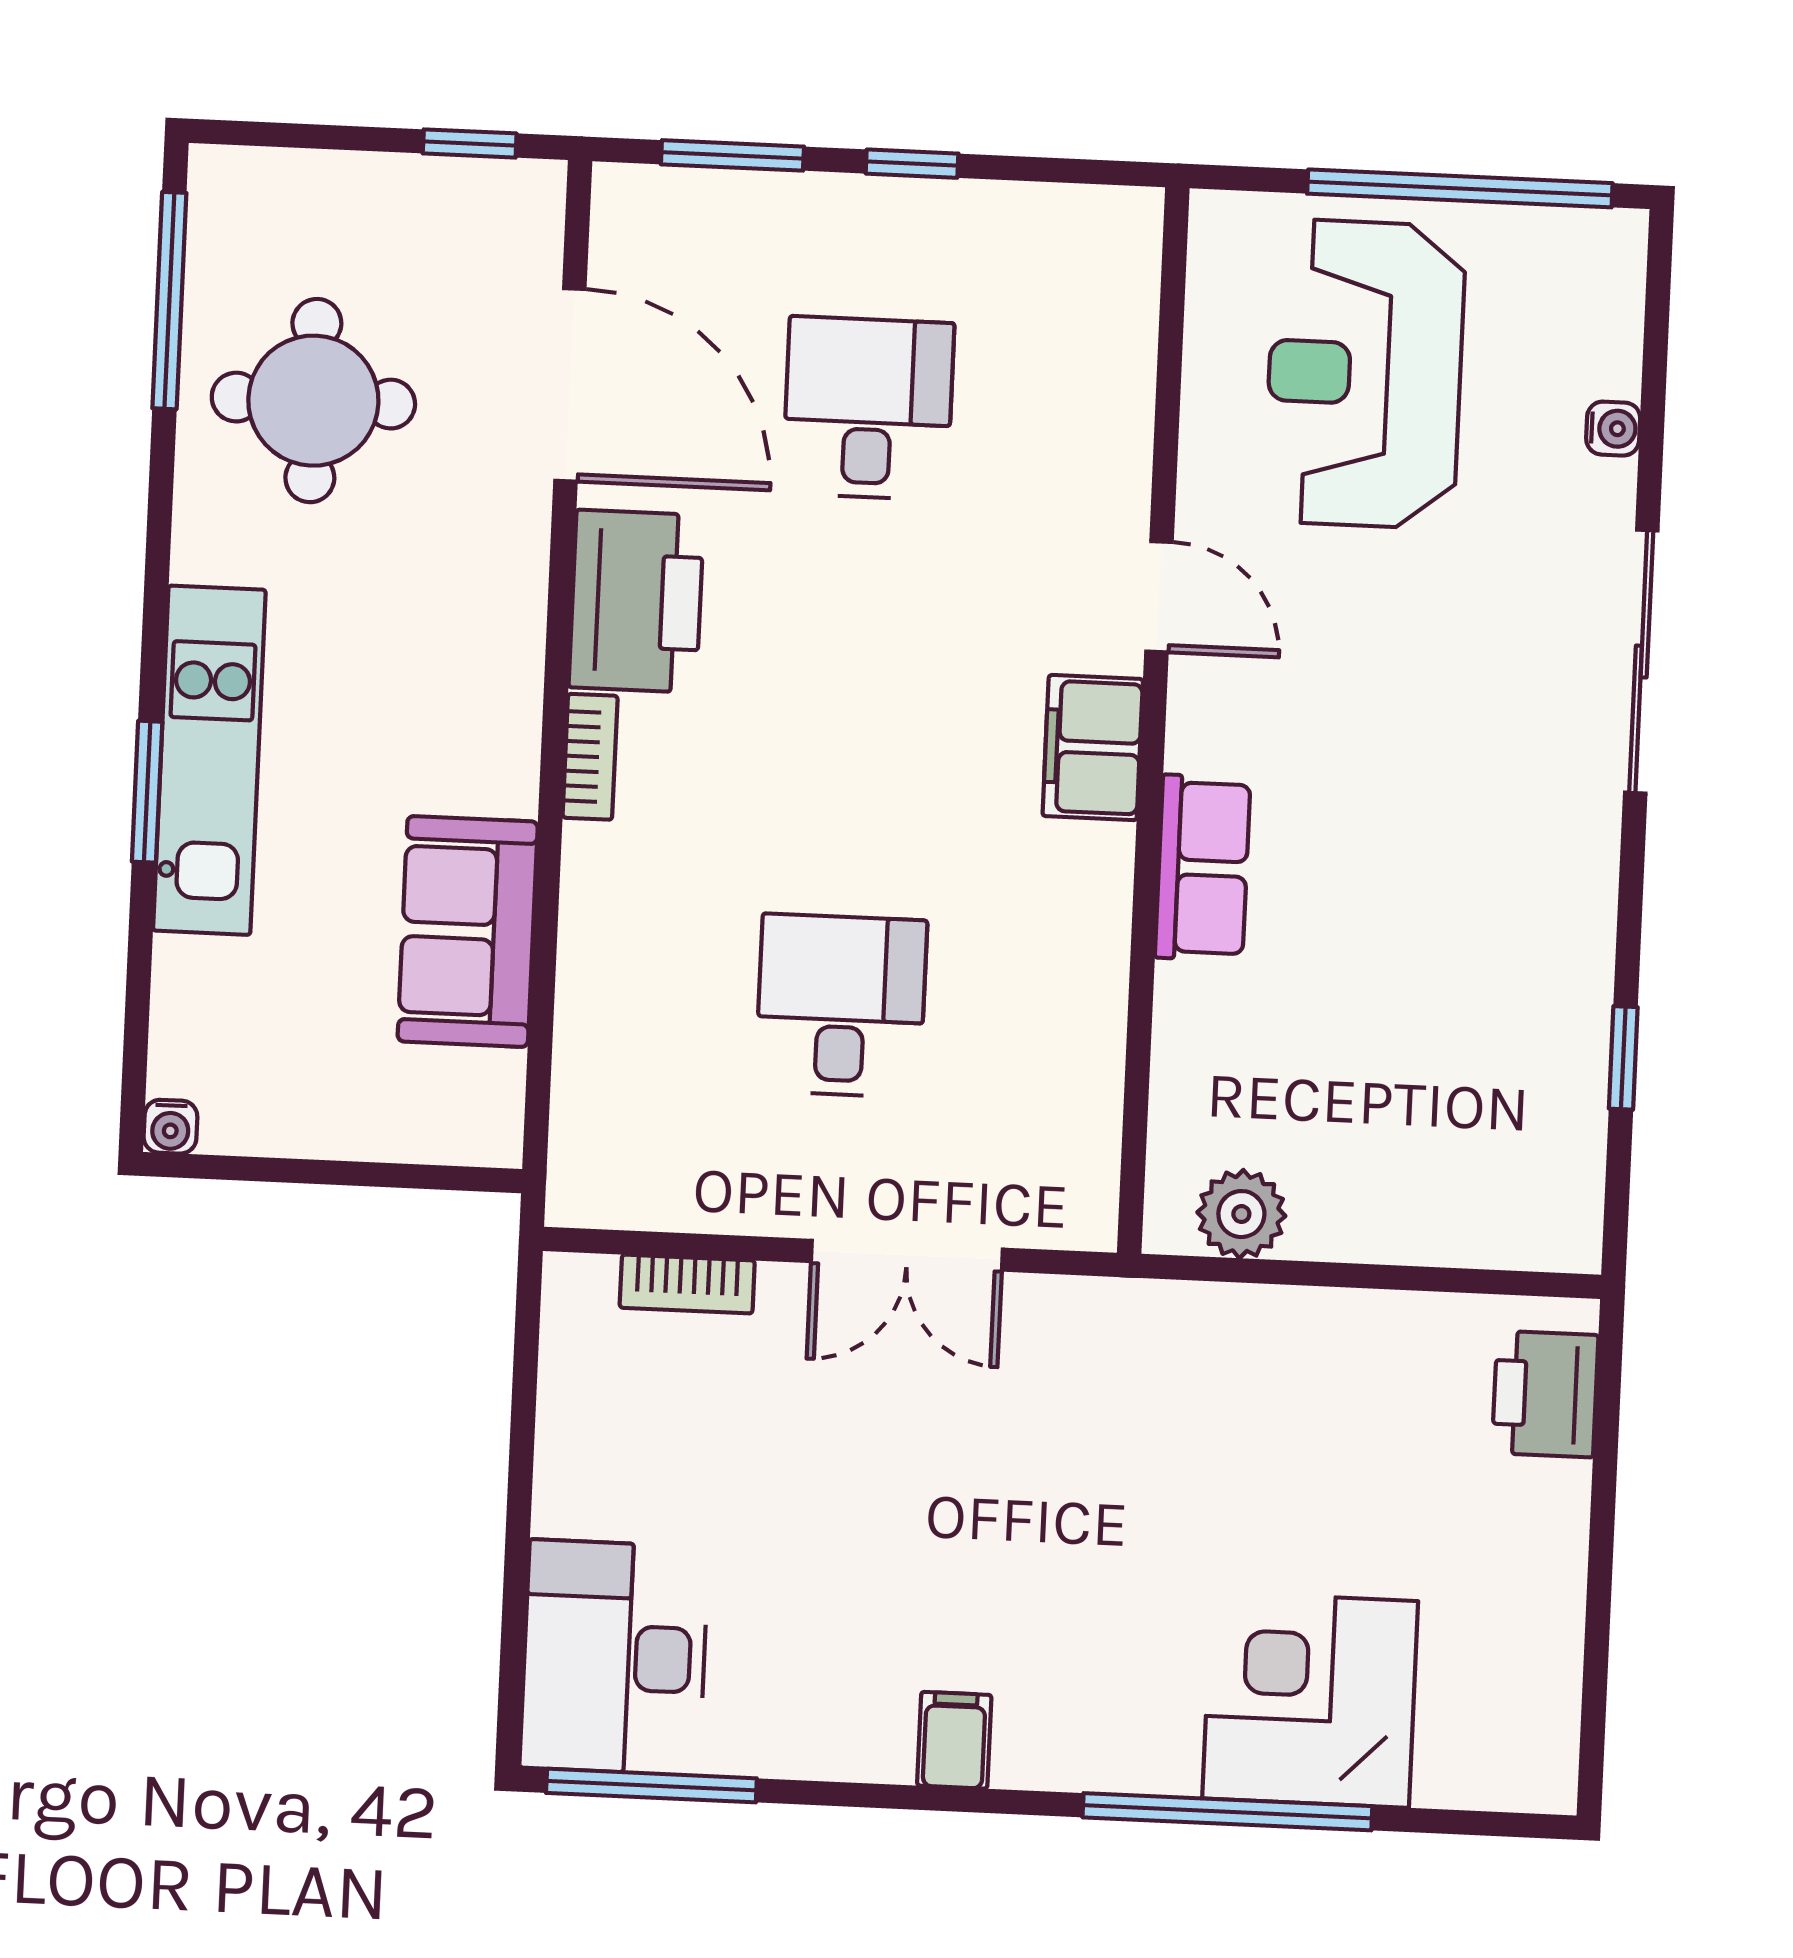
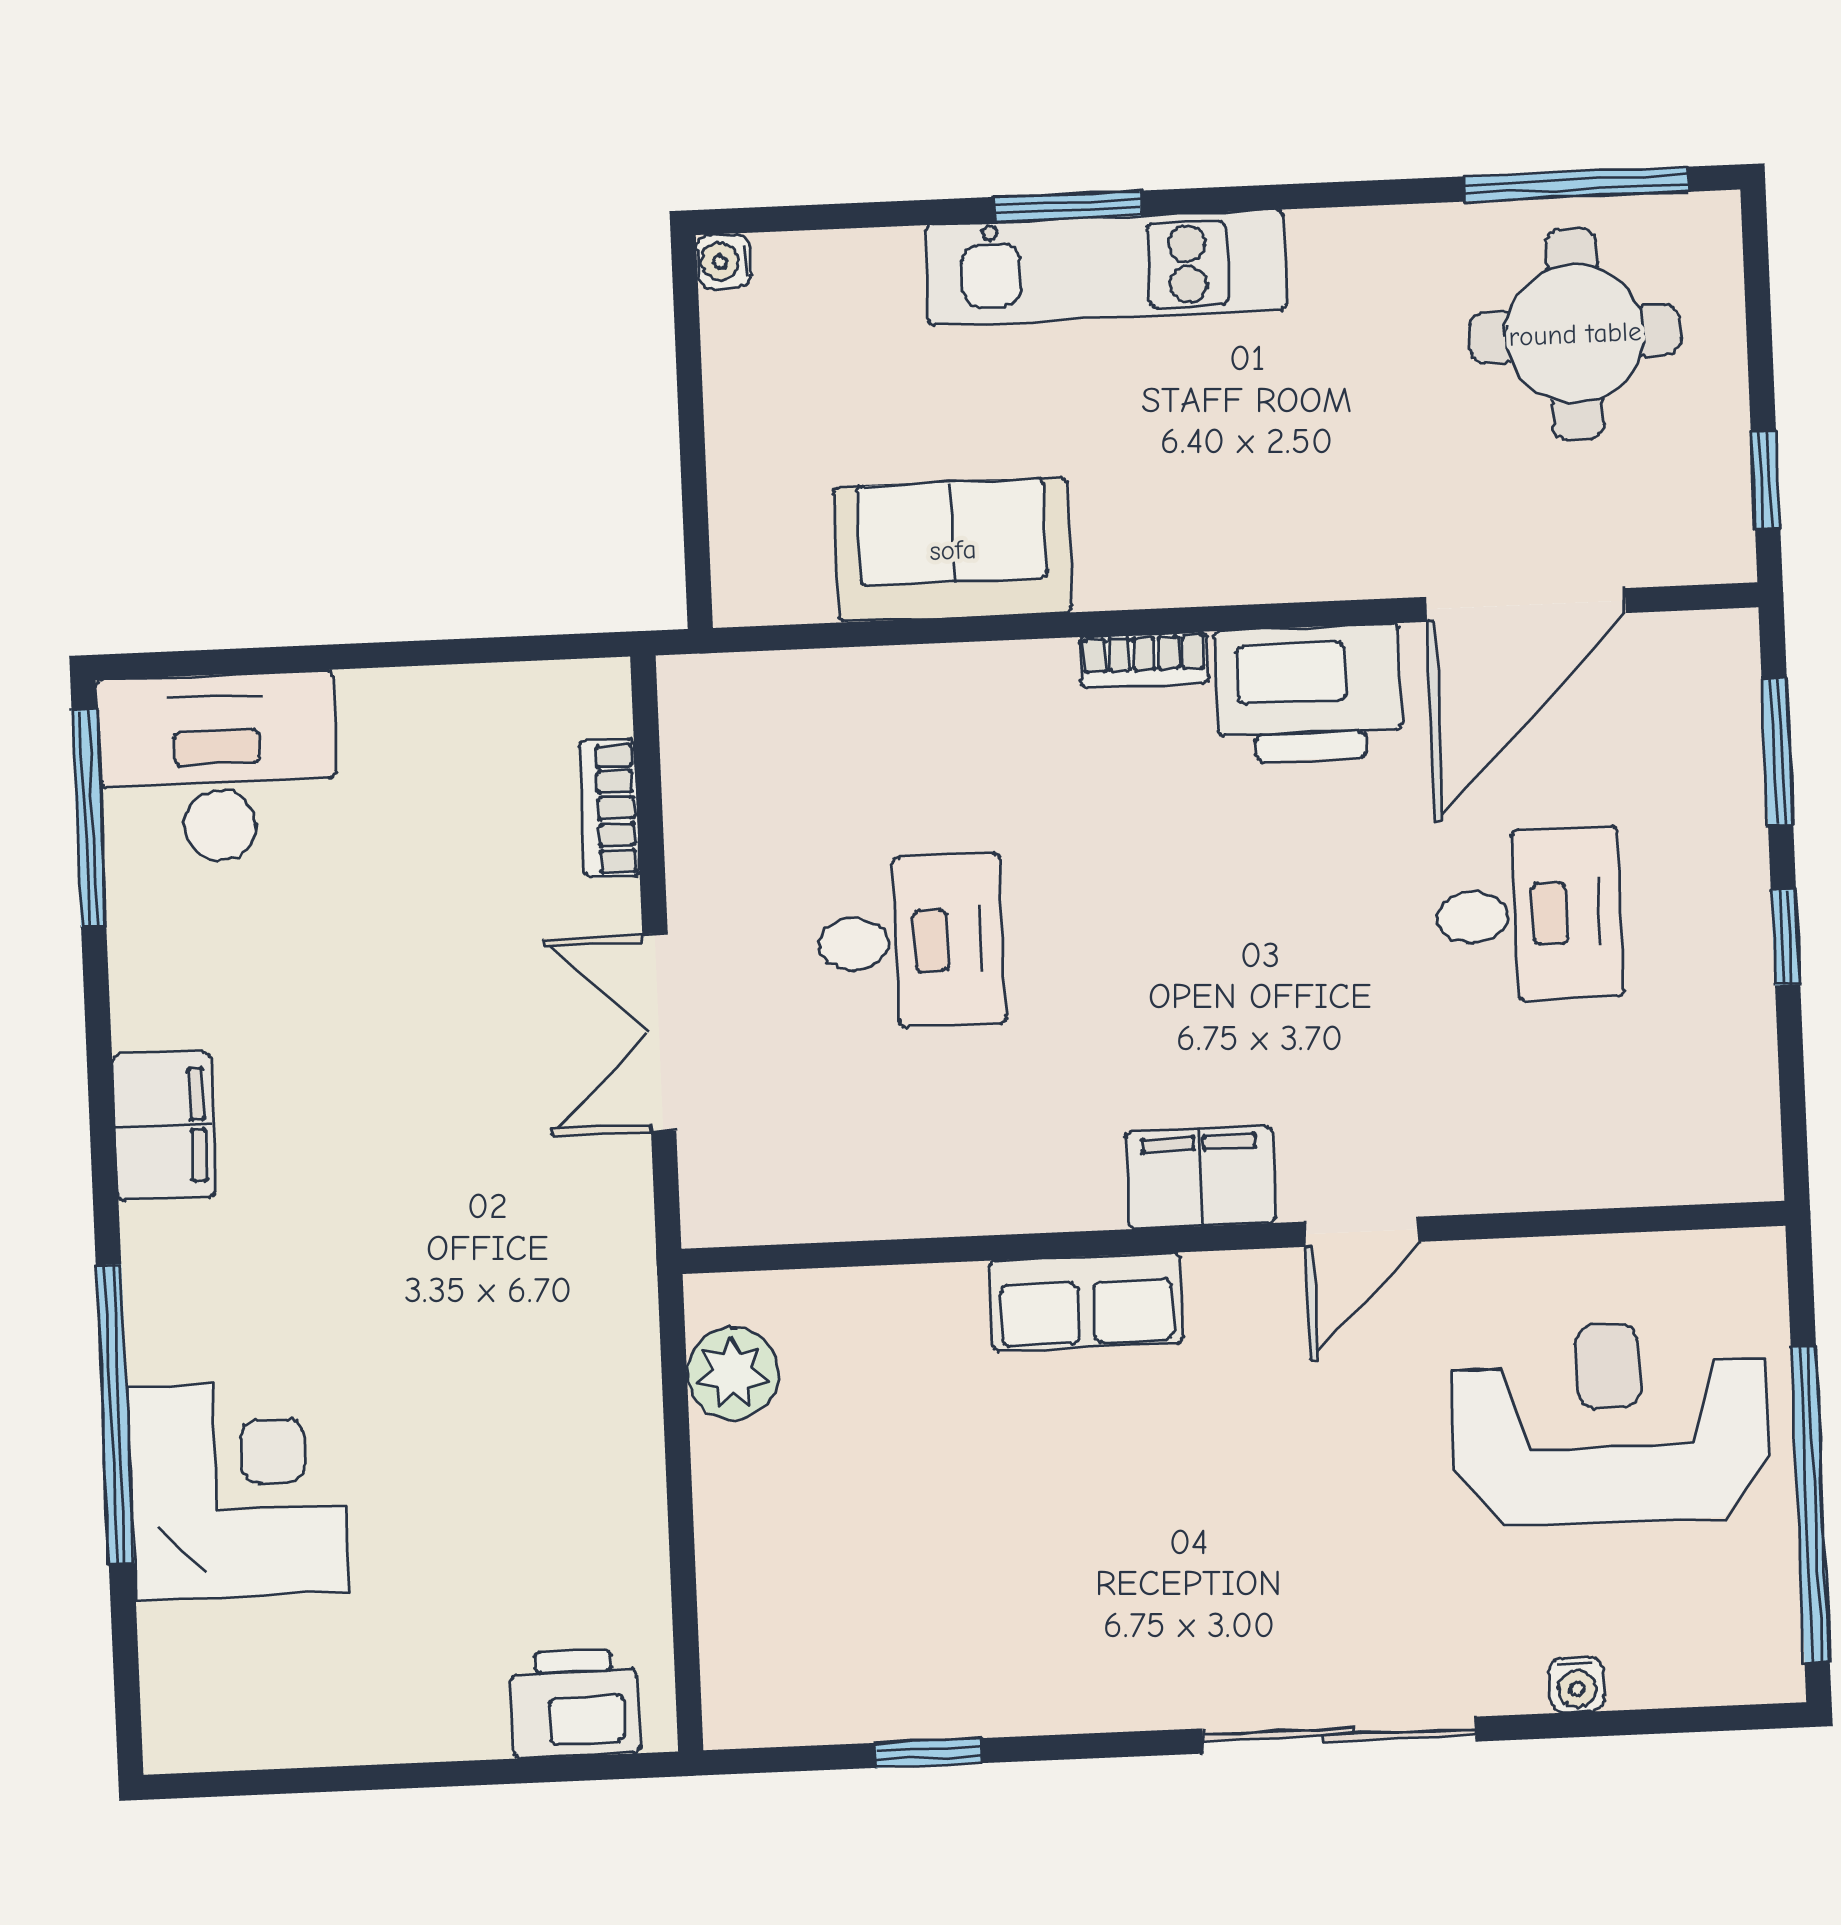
round table: (313, 401) -> (1575, 334), moved
filing cabinet: (954, 1740) -> (164, 1126), width x2.00

